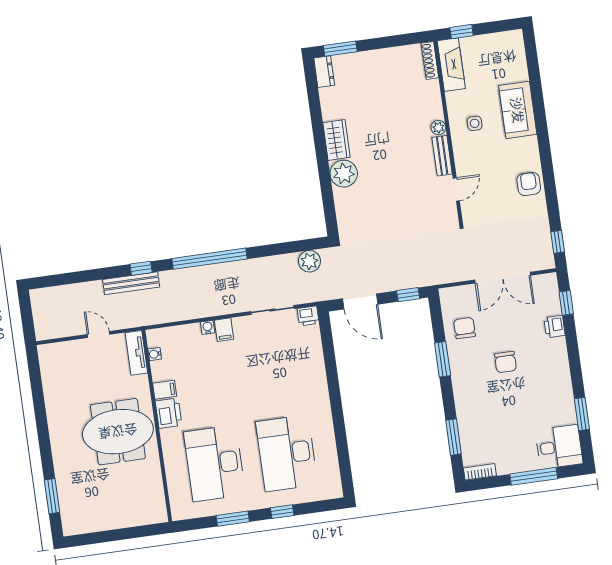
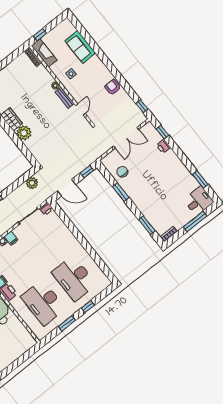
sofa: (518, 110) -> (80, 47), moved
chair: (505, 362) -> (151, 176), removed

